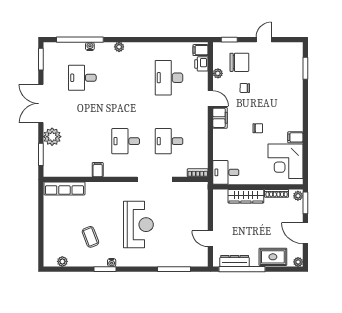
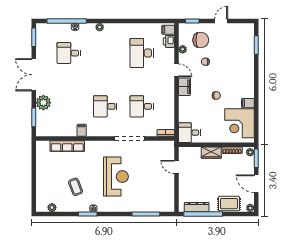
row of seats: (64, 188) -> (67, 146), moved
wardrobe: (246, 196) -> (211, 153), width x0.67
door: (210, 239) -> (177, 167), moved

